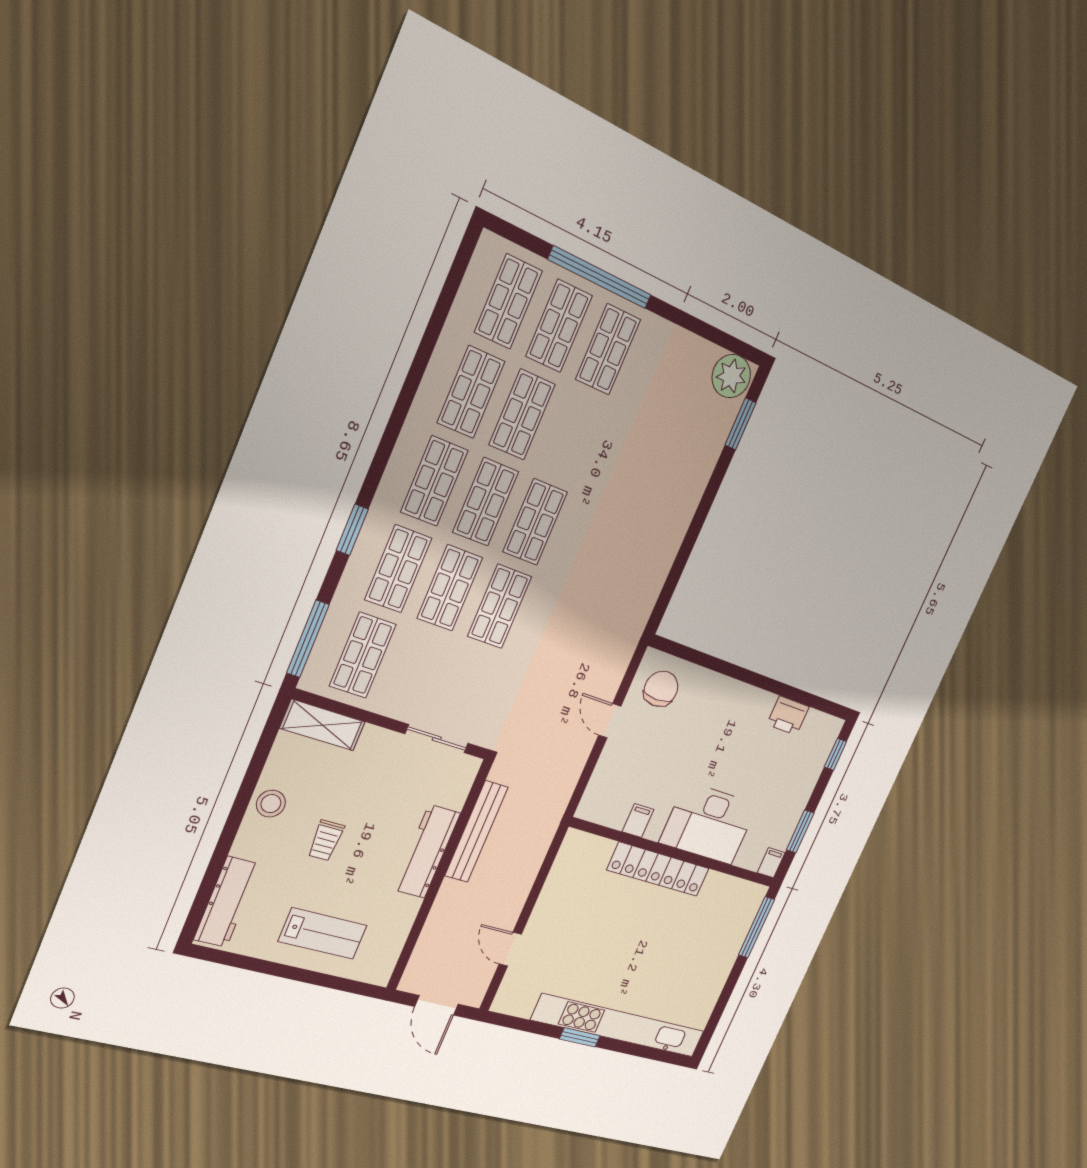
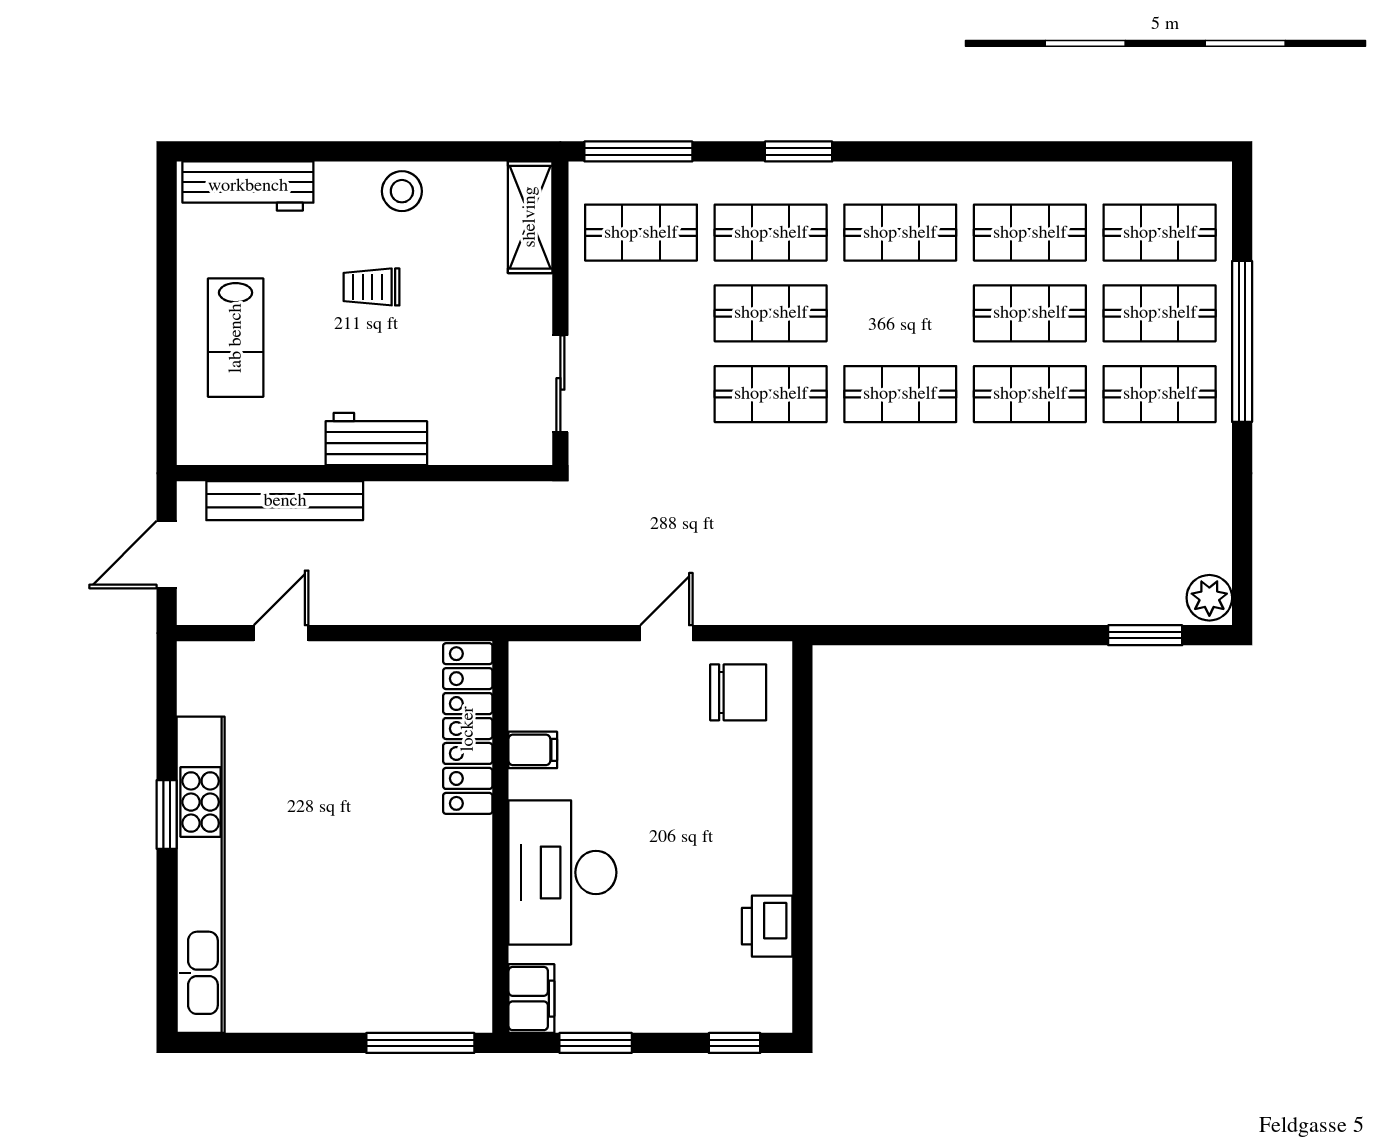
plant: (731, 376) -> (1209, 598), width x0.73, depth x0.73
shop shelf: (486, 502) -> (1030, 394), moved
bench: (476, 831) -> (285, 501), moved
workbench: (427, 851) -> (376, 439), width x0.73
filing cabinet: (771, 863) -> (531, 999), width x2.00
locker: (658, 869) -> (468, 729), moved

